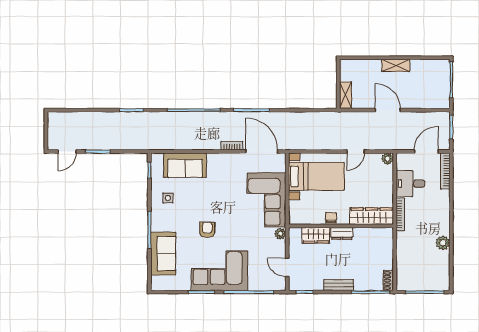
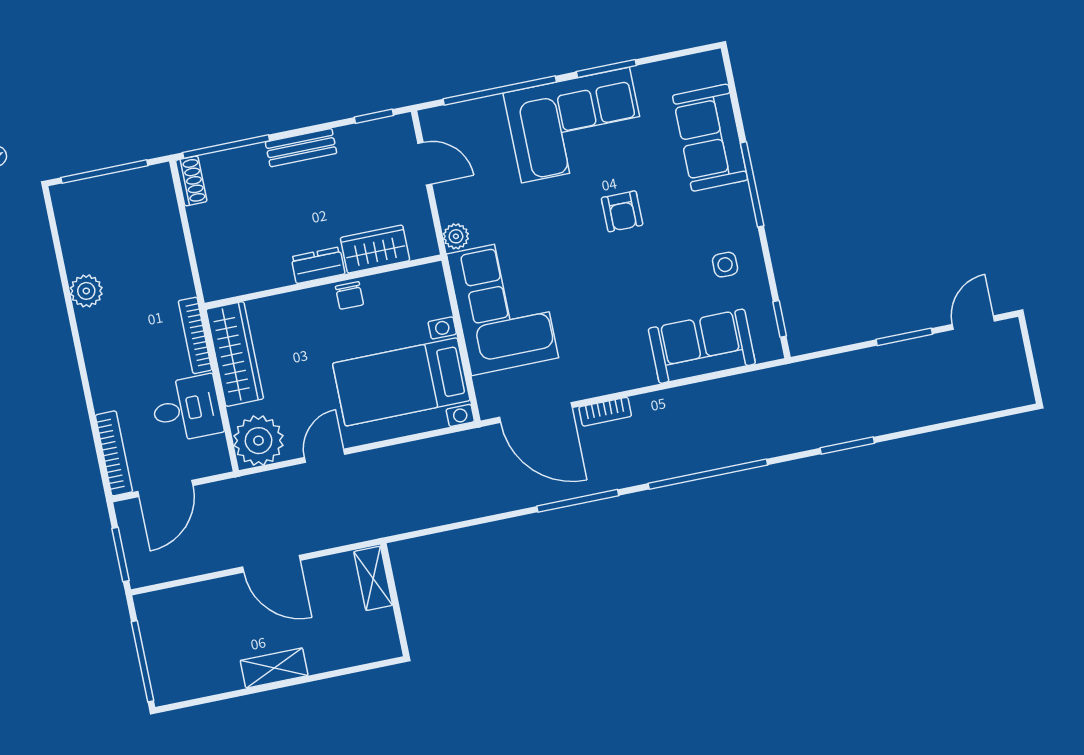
plant: (388, 159) -> (258, 441), width x1.87, depth x1.87
wardrobe: (372, 216) -> (235, 354), moved, turned -90

